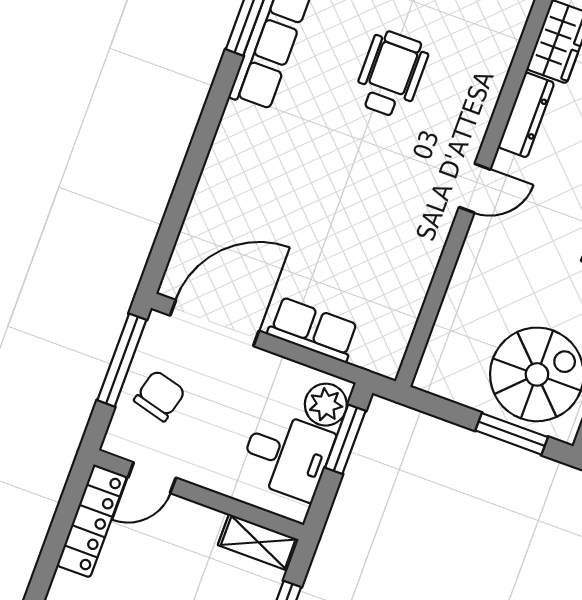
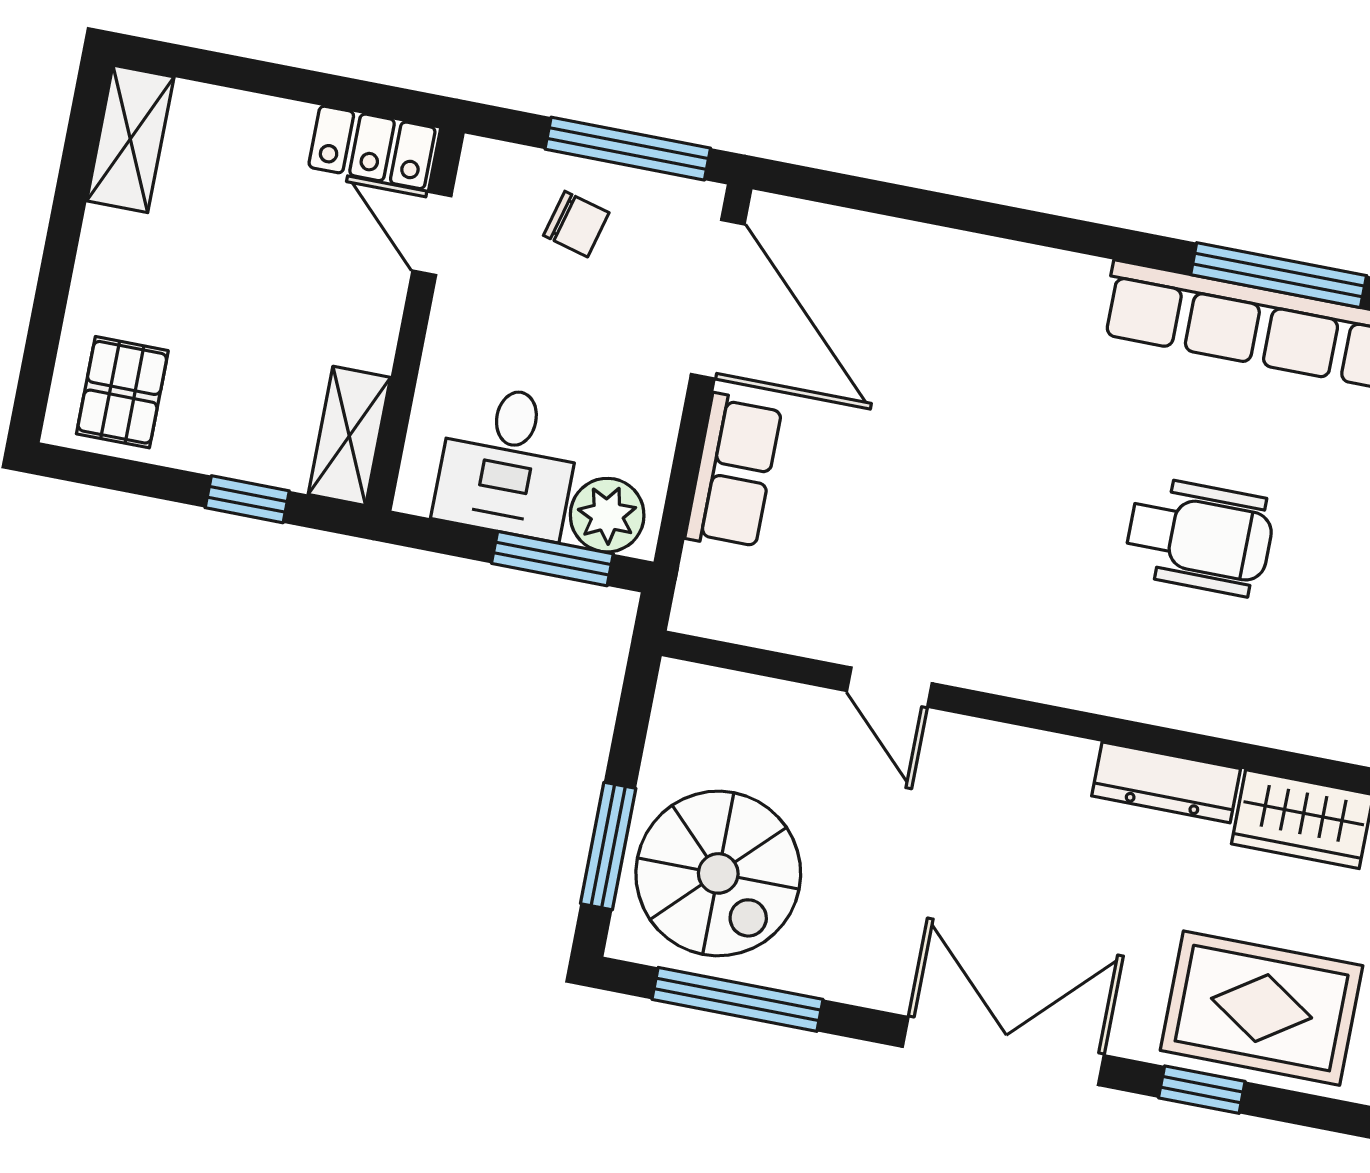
door: (475, 188) -> (889, 687), moved
chair: (160, 396) -> (576, 224), width x0.73, depth x0.73
locker: (92, 521) -> (372, 147), width x0.66

